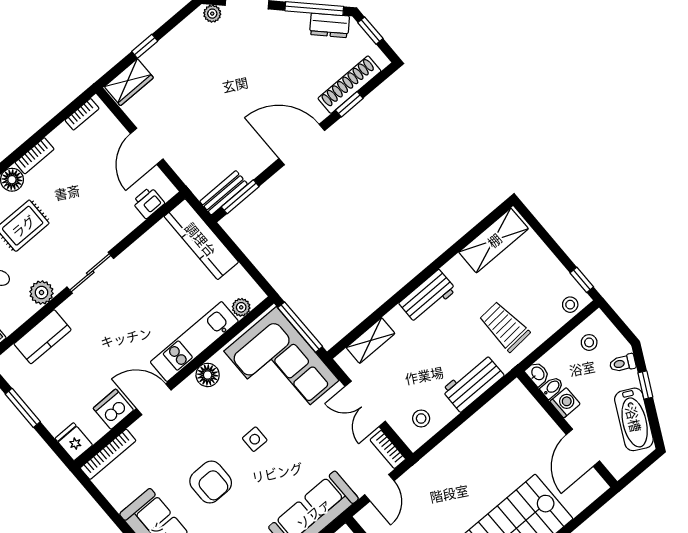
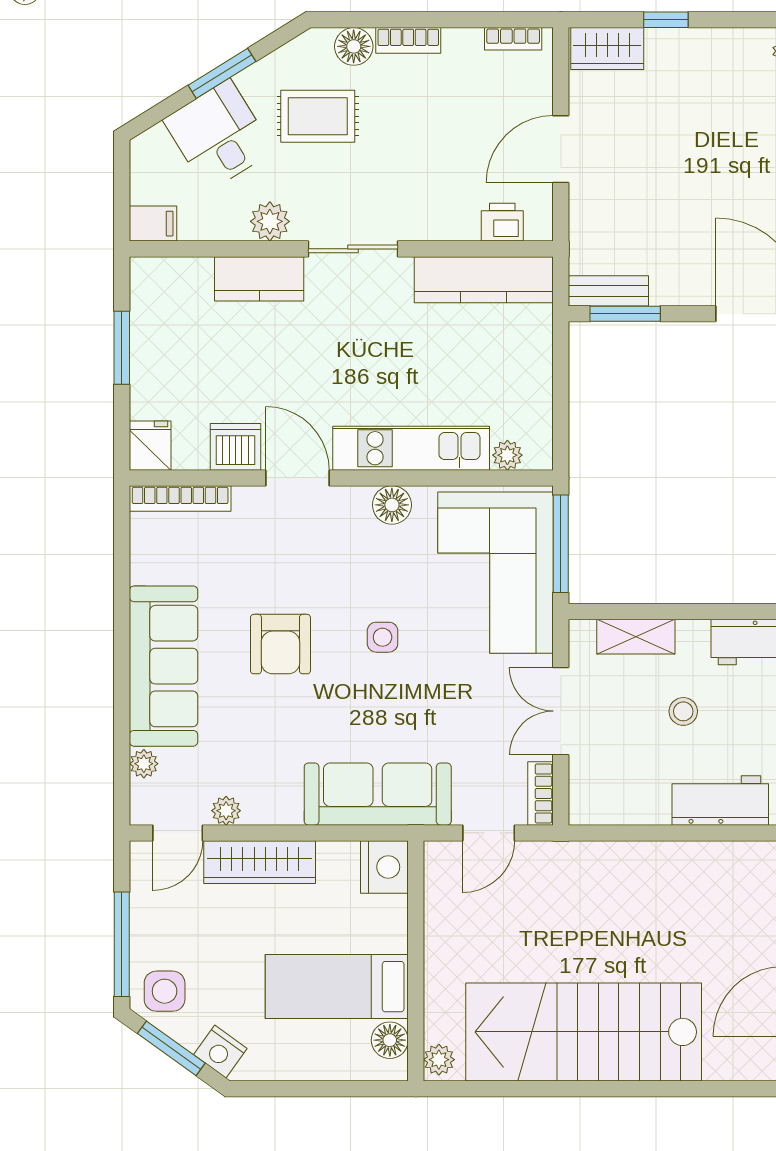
kitchen counter: (201, 239) -> (484, 280), moved, turned -90
kitchen counter: (43, 337) -> (259, 279), moved
stool: (421, 418) -> (683, 711), moved

